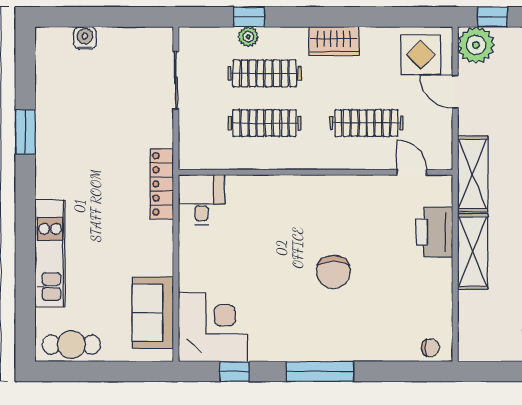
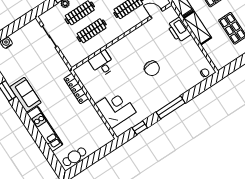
locker: (162, 184) -> (76, 89), moved
desk: (201, 200) -> (102, 64), moved
sofa: (153, 313) -> (25, 95), moved, turned 180
corner desk: (213, 327) -> (116, 108), moved

